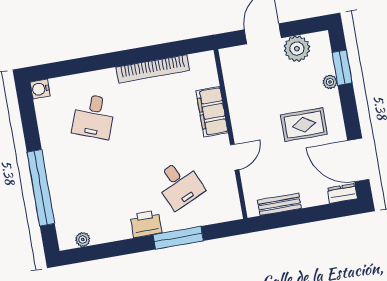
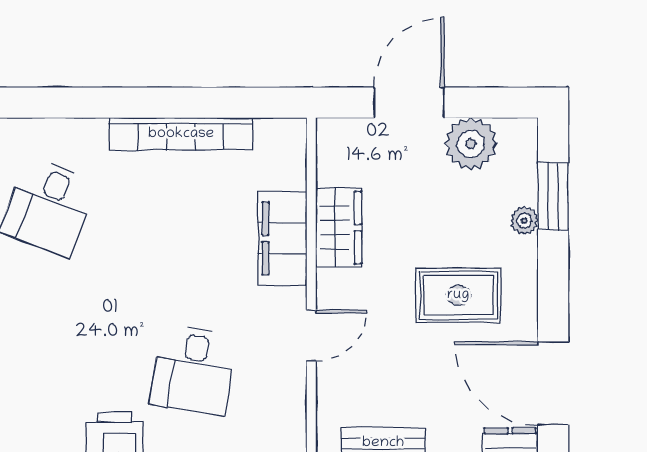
wardrobe: (239, 102) -> (339, 228), added
desk: (179, 184) -> (193, 370), turned 33

